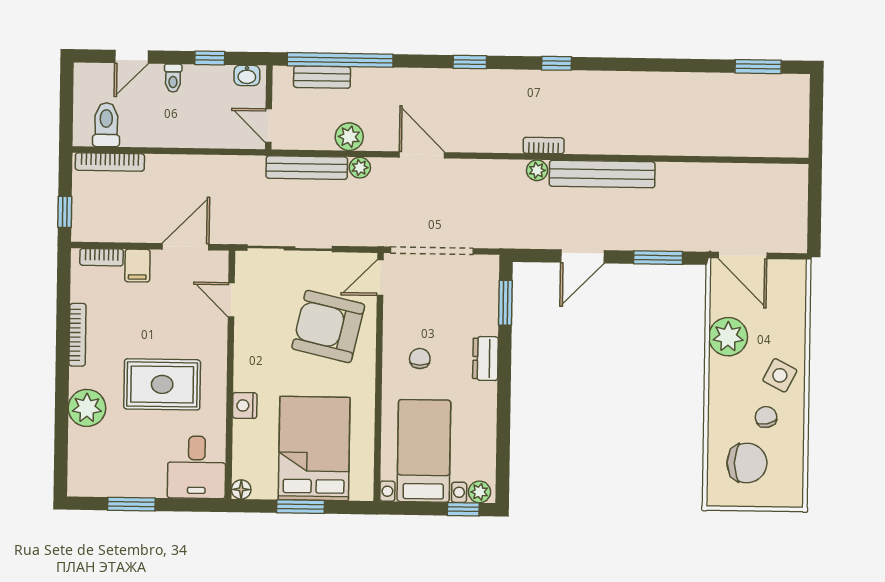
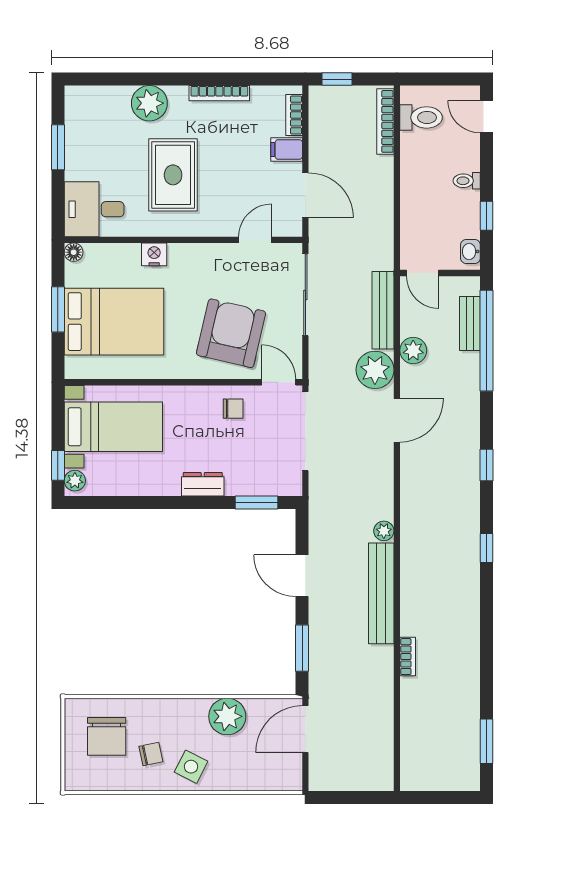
door: (132, 57) -> (487, 117), moved
door: (269, 126) -> (423, 273), swing flipped
bookcase: (544, 146) -> (408, 657), moved
plant: (360, 168) -> (375, 370), width x1.88, depth x1.88
chair: (420, 359) -> (233, 409), moved

